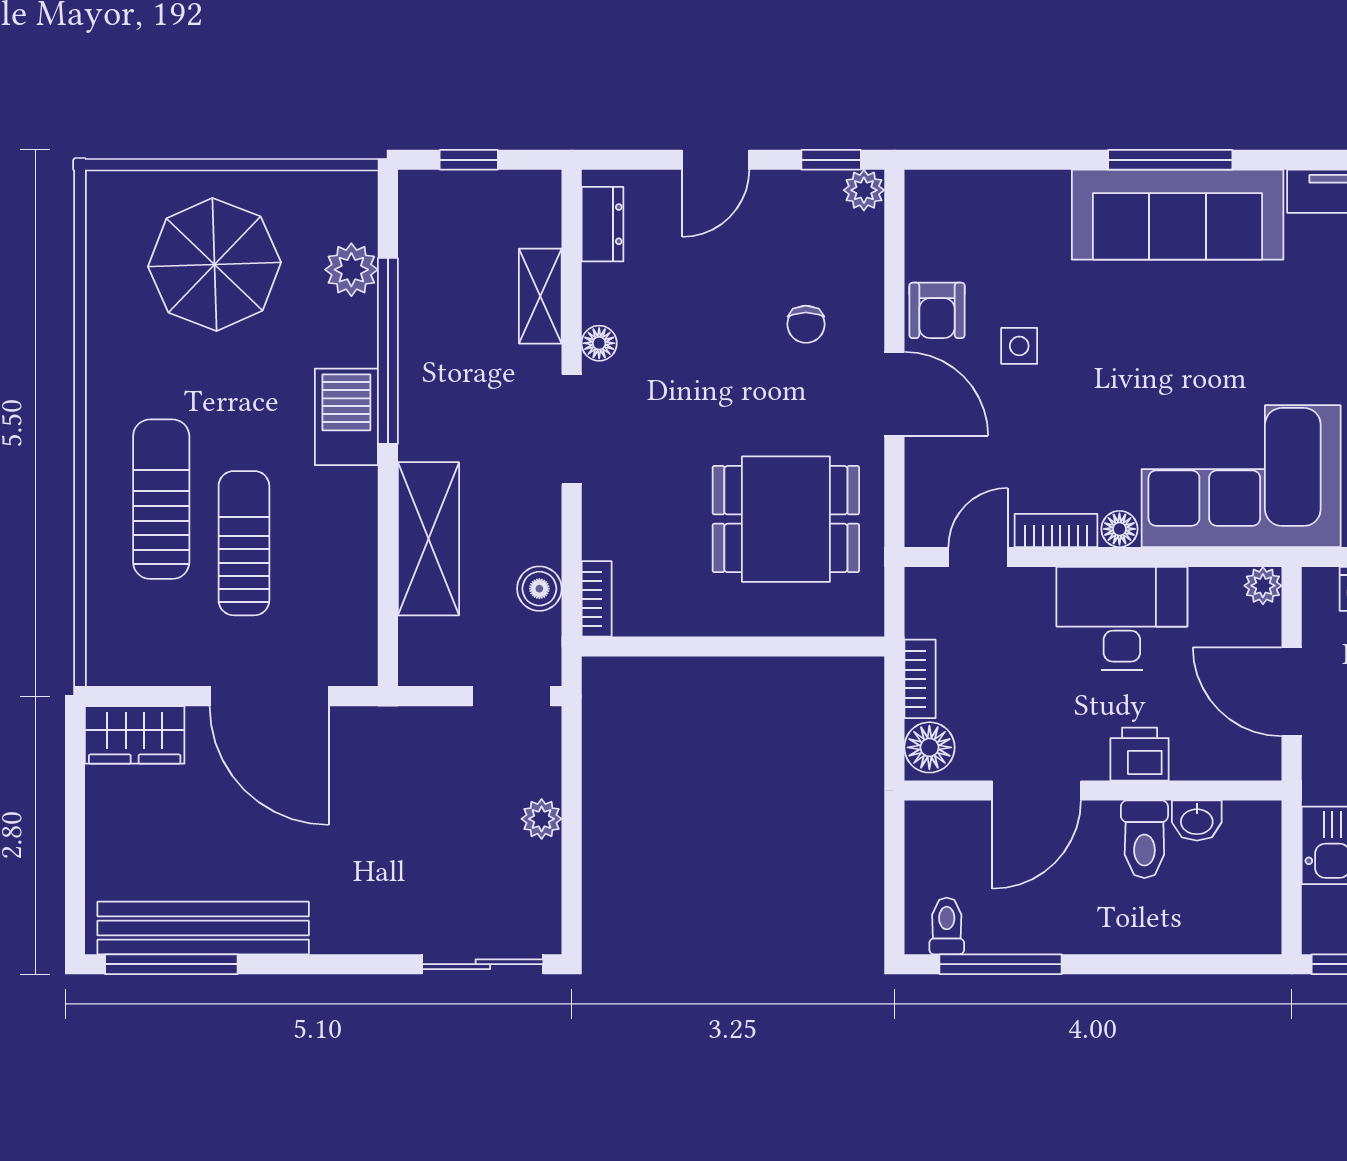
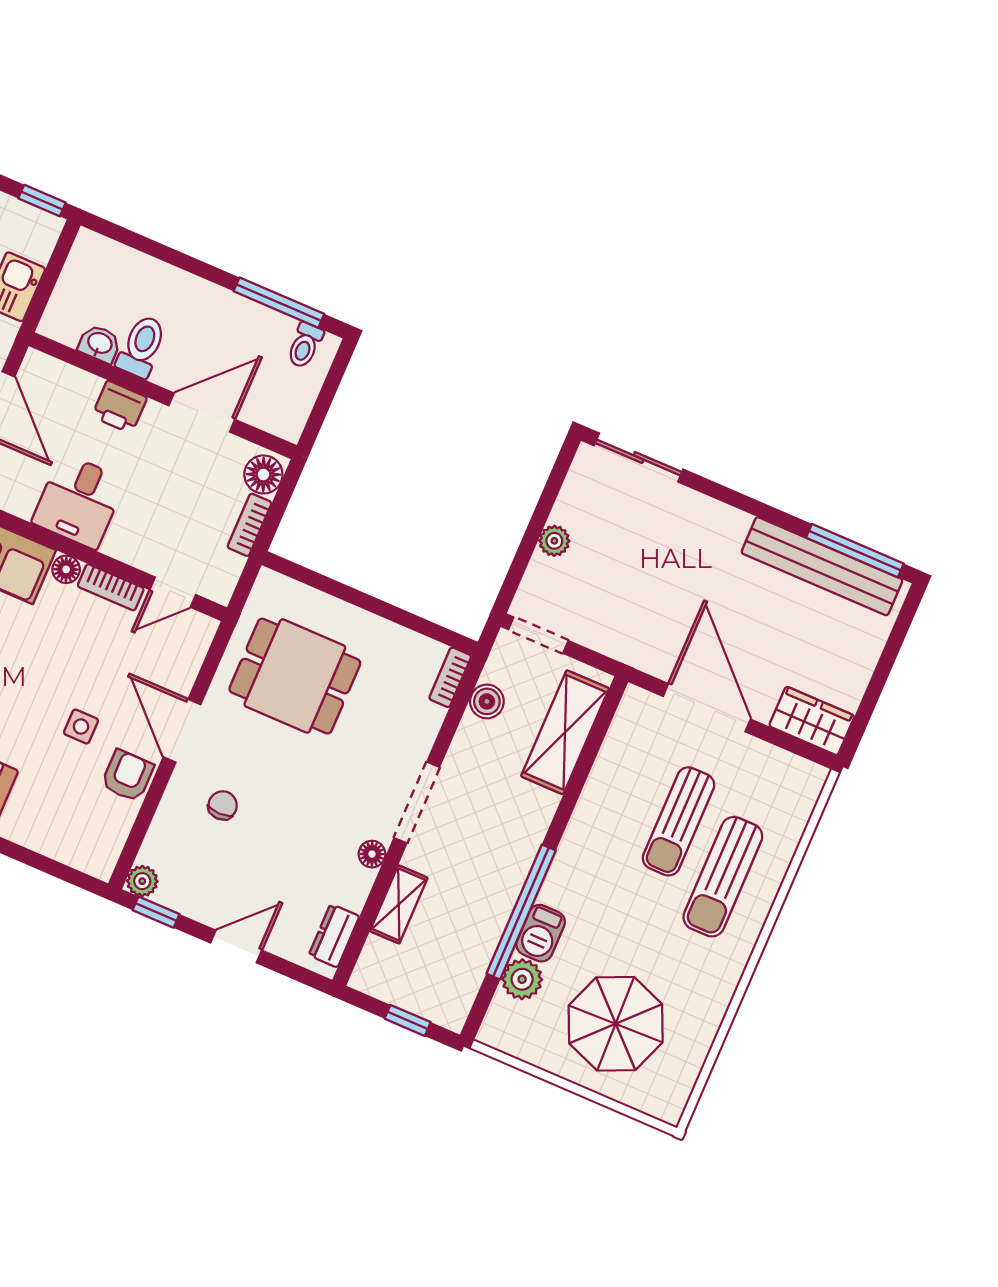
barbecue: (346, 417) -> (541, 933), moved, width x0.73, depth x0.79
shelving: (428, 539) -> (565, 732), moved
desk: (1122, 618) -> (79, 501), width x0.73

